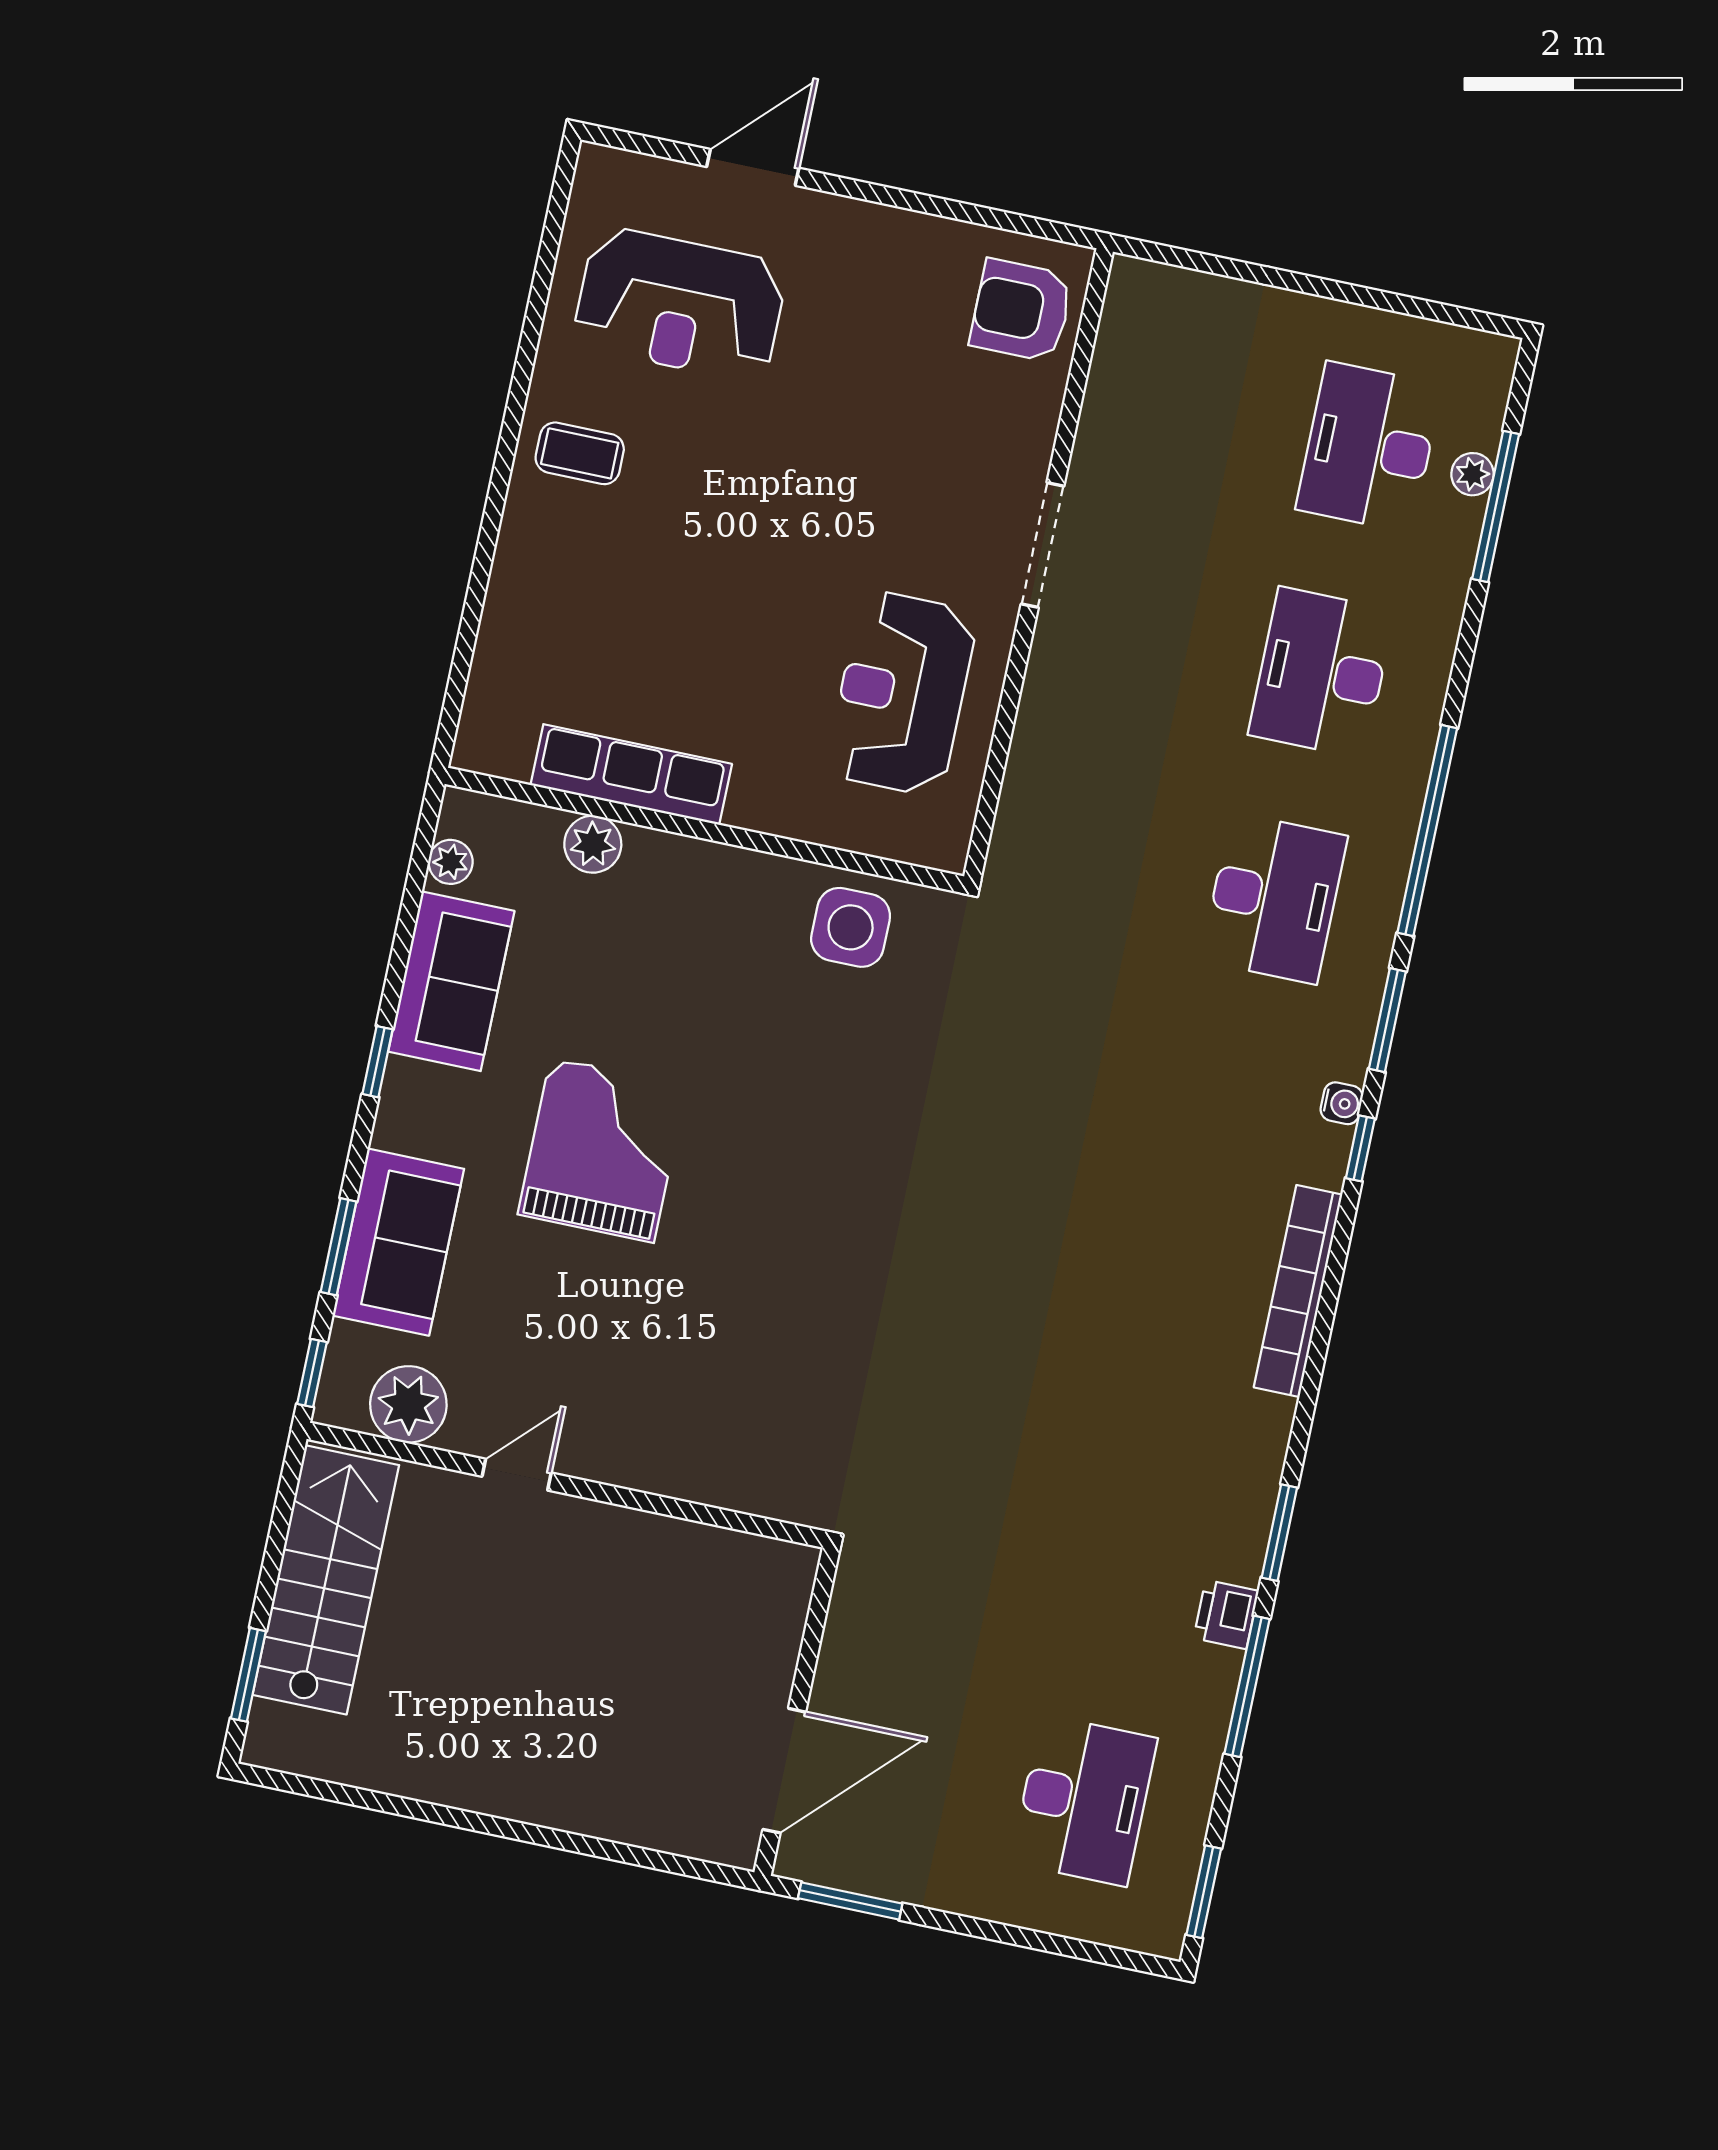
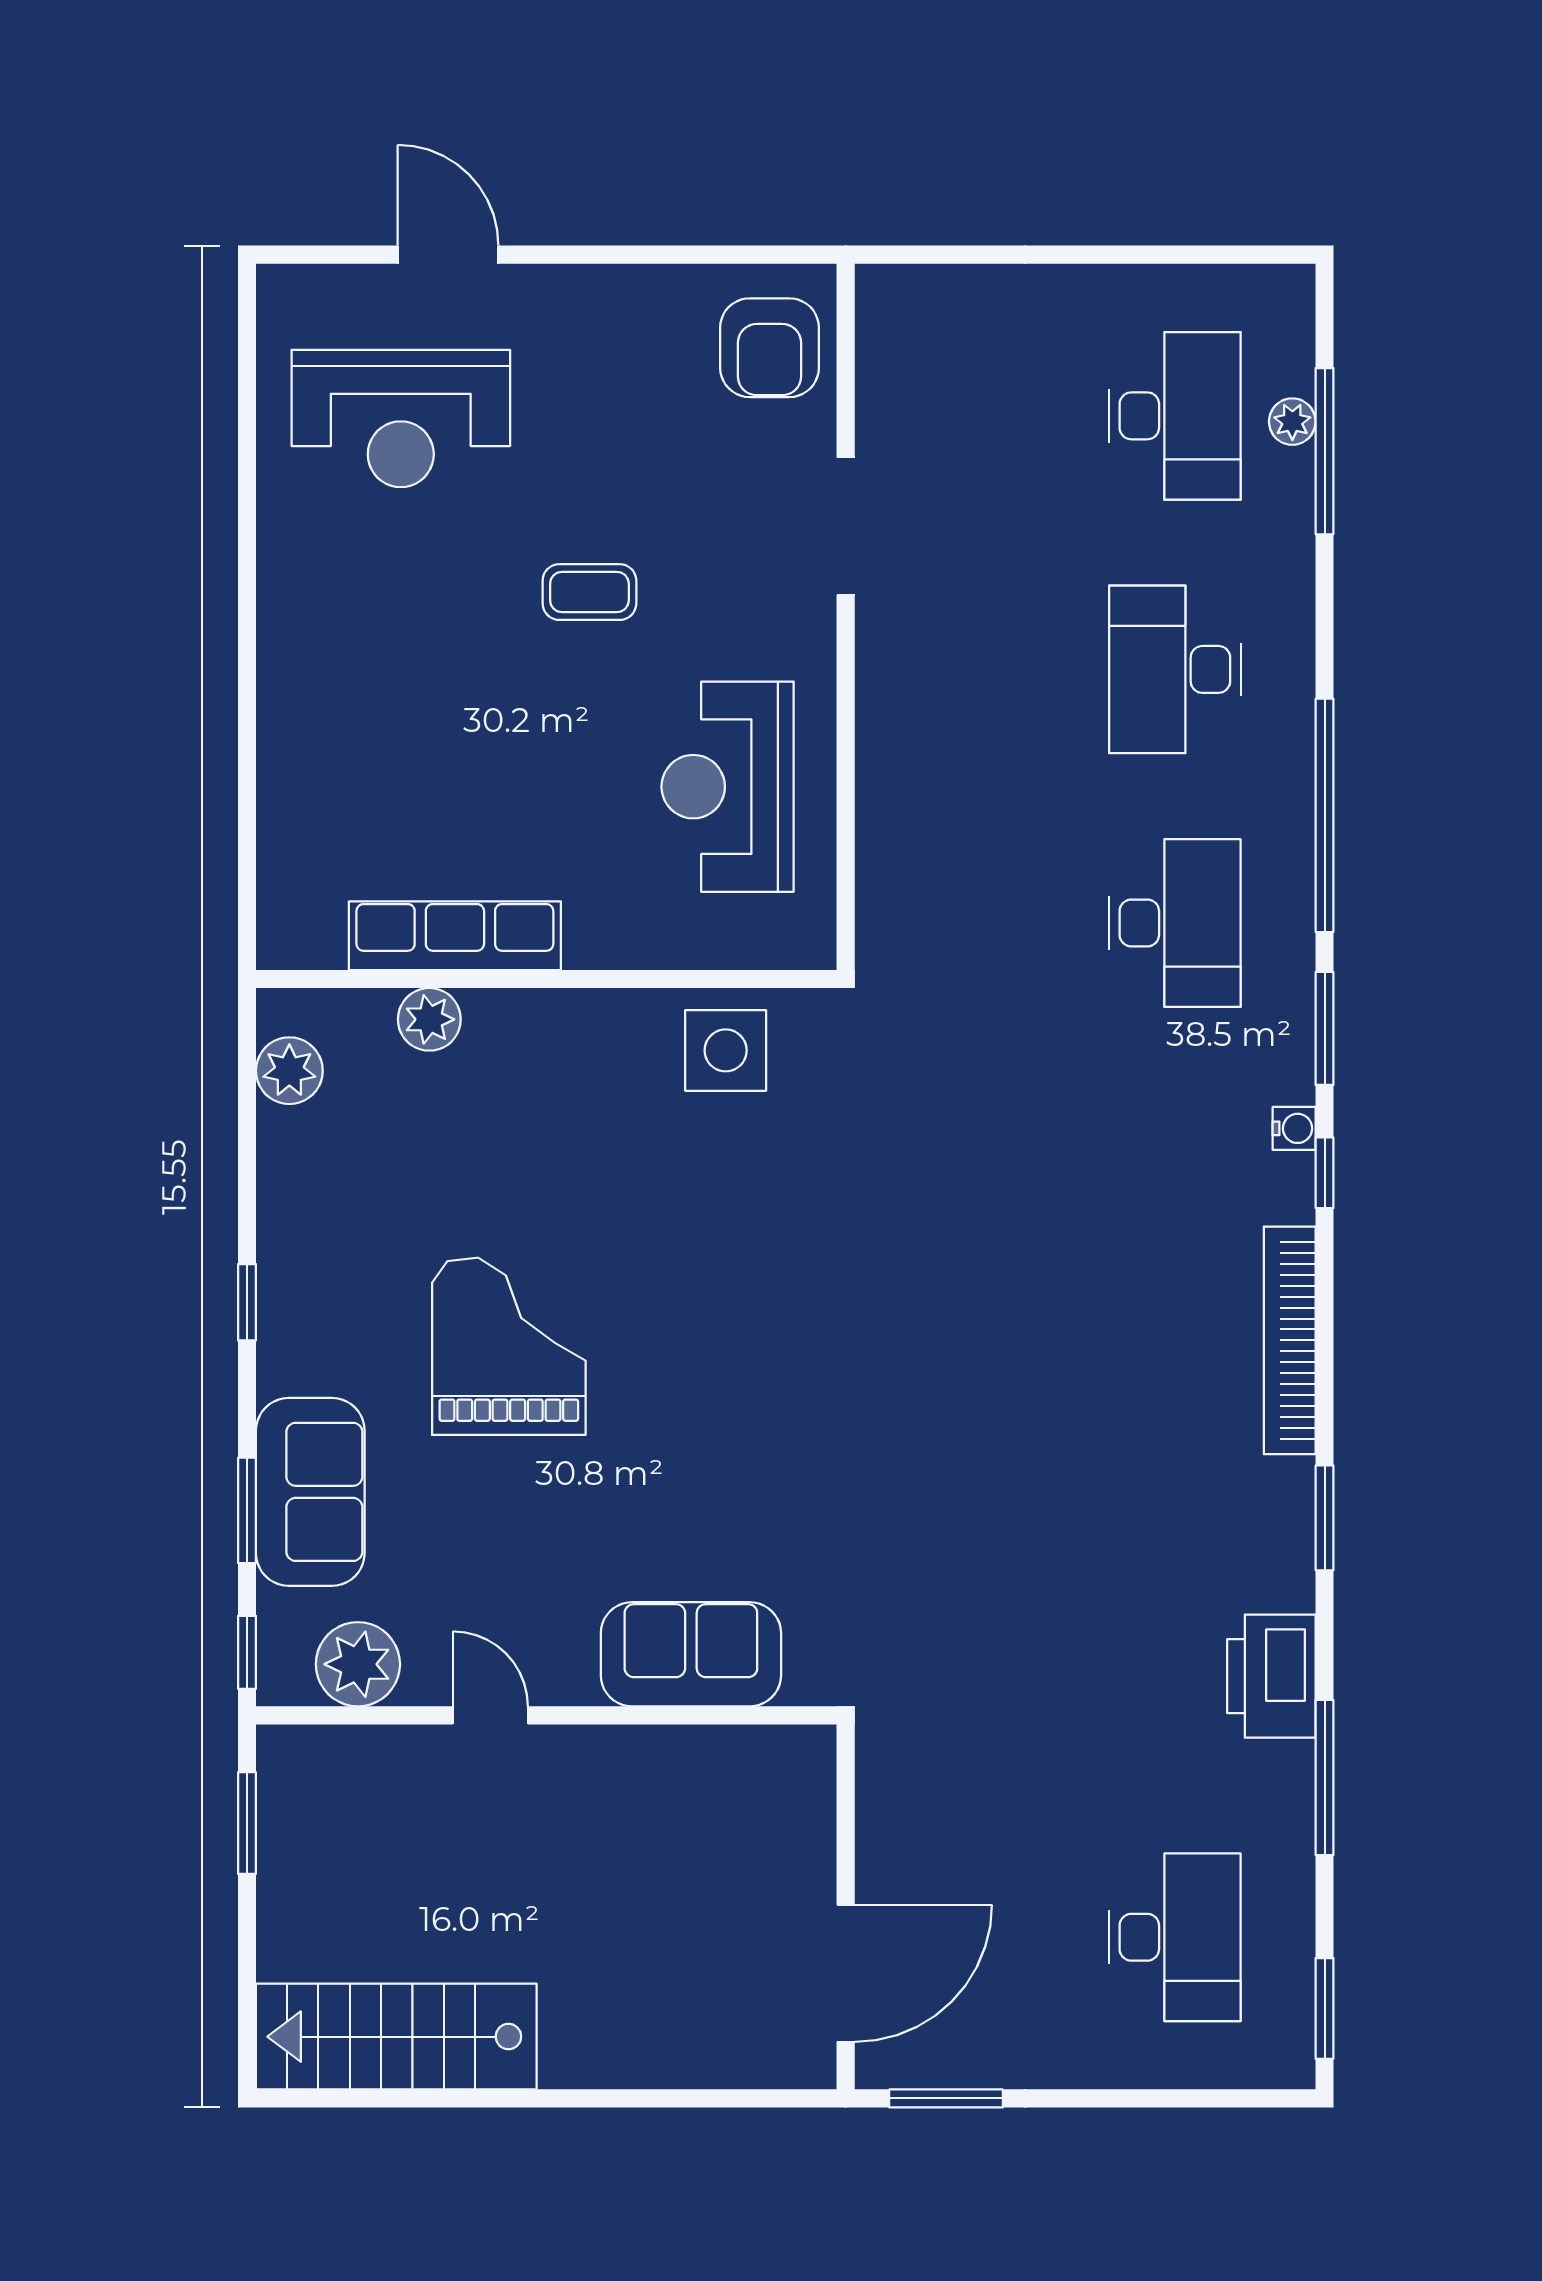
door: (753, 167) -> (448, 255), hinge flipped
armchair: (1021, 310) -> (770, 348), turned -90
desk: (1369, 447) -> (1175, 416), turned 180
coffee table: (580, 453) -> (589, 592), moved
doorway: (1043, 545) -> (846, 526), moved
plant: (451, 862) -> (289, 1071), width x1.38, depth x1.38
sofa: (451, 981) -> (691, 1654), moved, turned -90
door: (517, 1475) -> (490, 1715), hinge flipped
window: (1279, 1533) -> (1325, 1518), moved
stairs: (326, 1580) -> (396, 2037), moved, turned -90
printer: (1226, 1614) -> (1271, 1676), width x1.87, depth x1.48
window: (248, 1675) -> (247, 1823), moved

